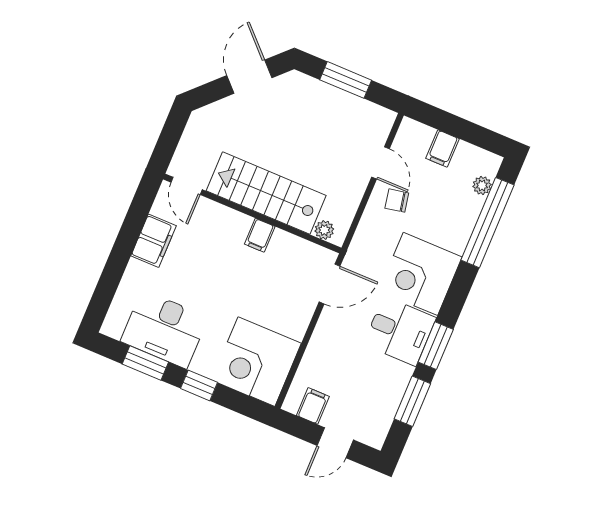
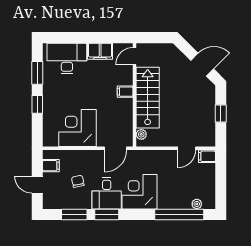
window: (346, 80) -> (221, 113), width x0.67
filing cabinet: (443, 148) -> (207, 156), moved
chair: (397, 201) -> (78, 181), moved
filing cabinet: (260, 235) -> (125, 92), moved
door: (330, 284) -> (115, 148), hinge flipped
desk: (164, 329) -> (67, 58), moved, turned 90
corner desk: (256, 362) -> (78, 128), moved

